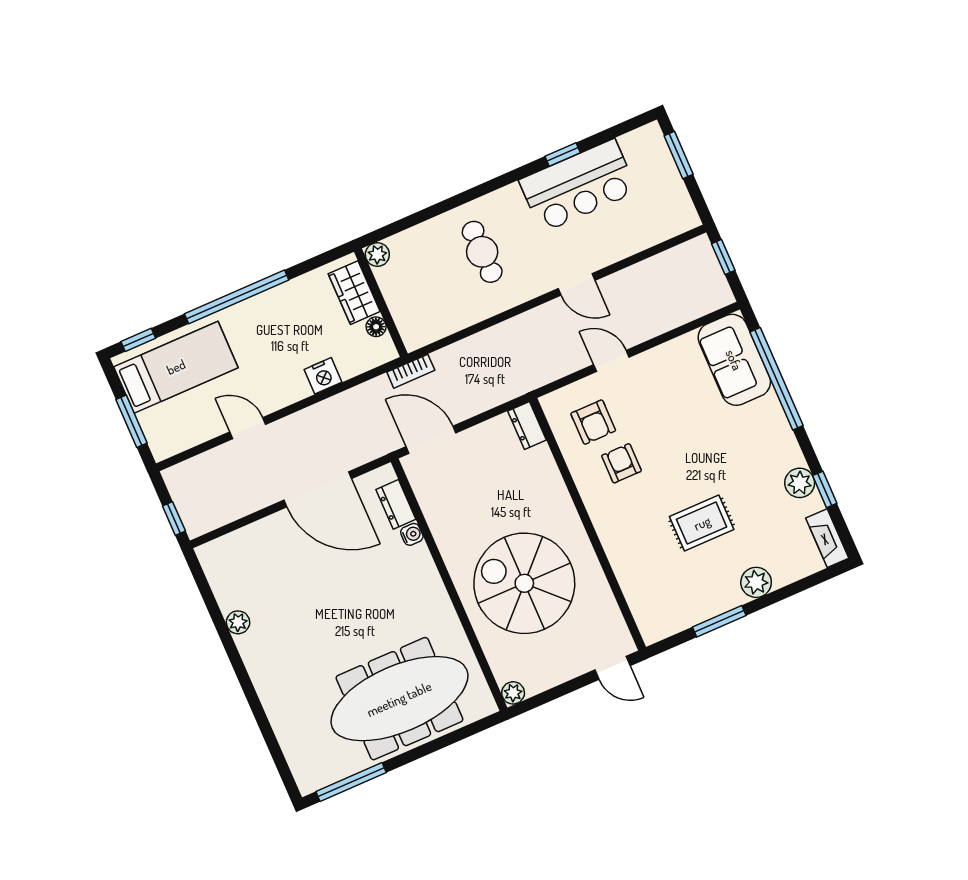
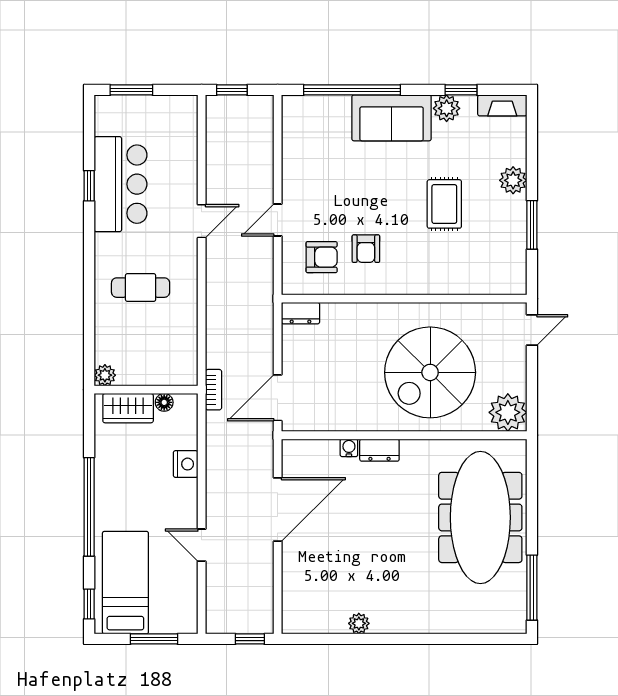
sofa: (734, 360) -> (392, 118), moved
door: (248, 428) -> (202, 545), hinge flipped
armchair: (621, 463) -> (366, 249), turned -90
dresser: (396, 504) -> (379, 450), moved
plant: (513, 693) -> (508, 412), width x1.88, depth x1.88

